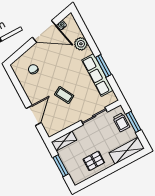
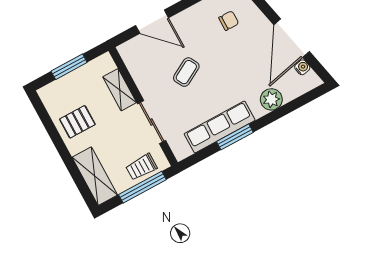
window: (133, 122) -> (142, 187), width x1.44
shelving: (64, 141) -> (120, 90), moved
pallet: (94, 161) -> (77, 122), turned 90

